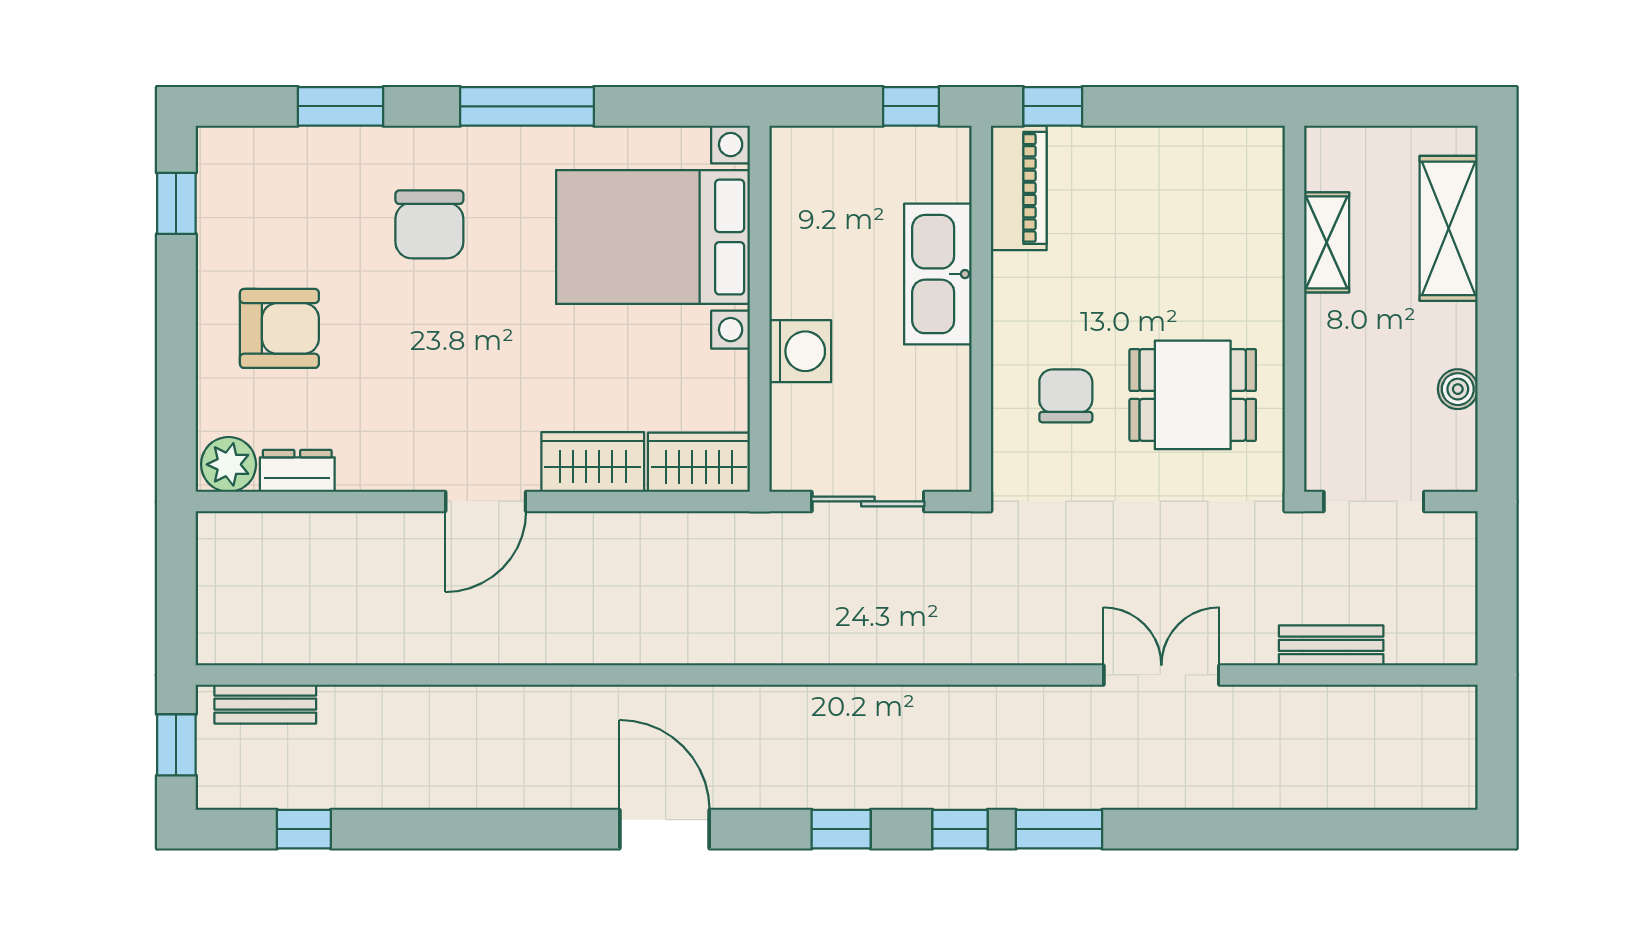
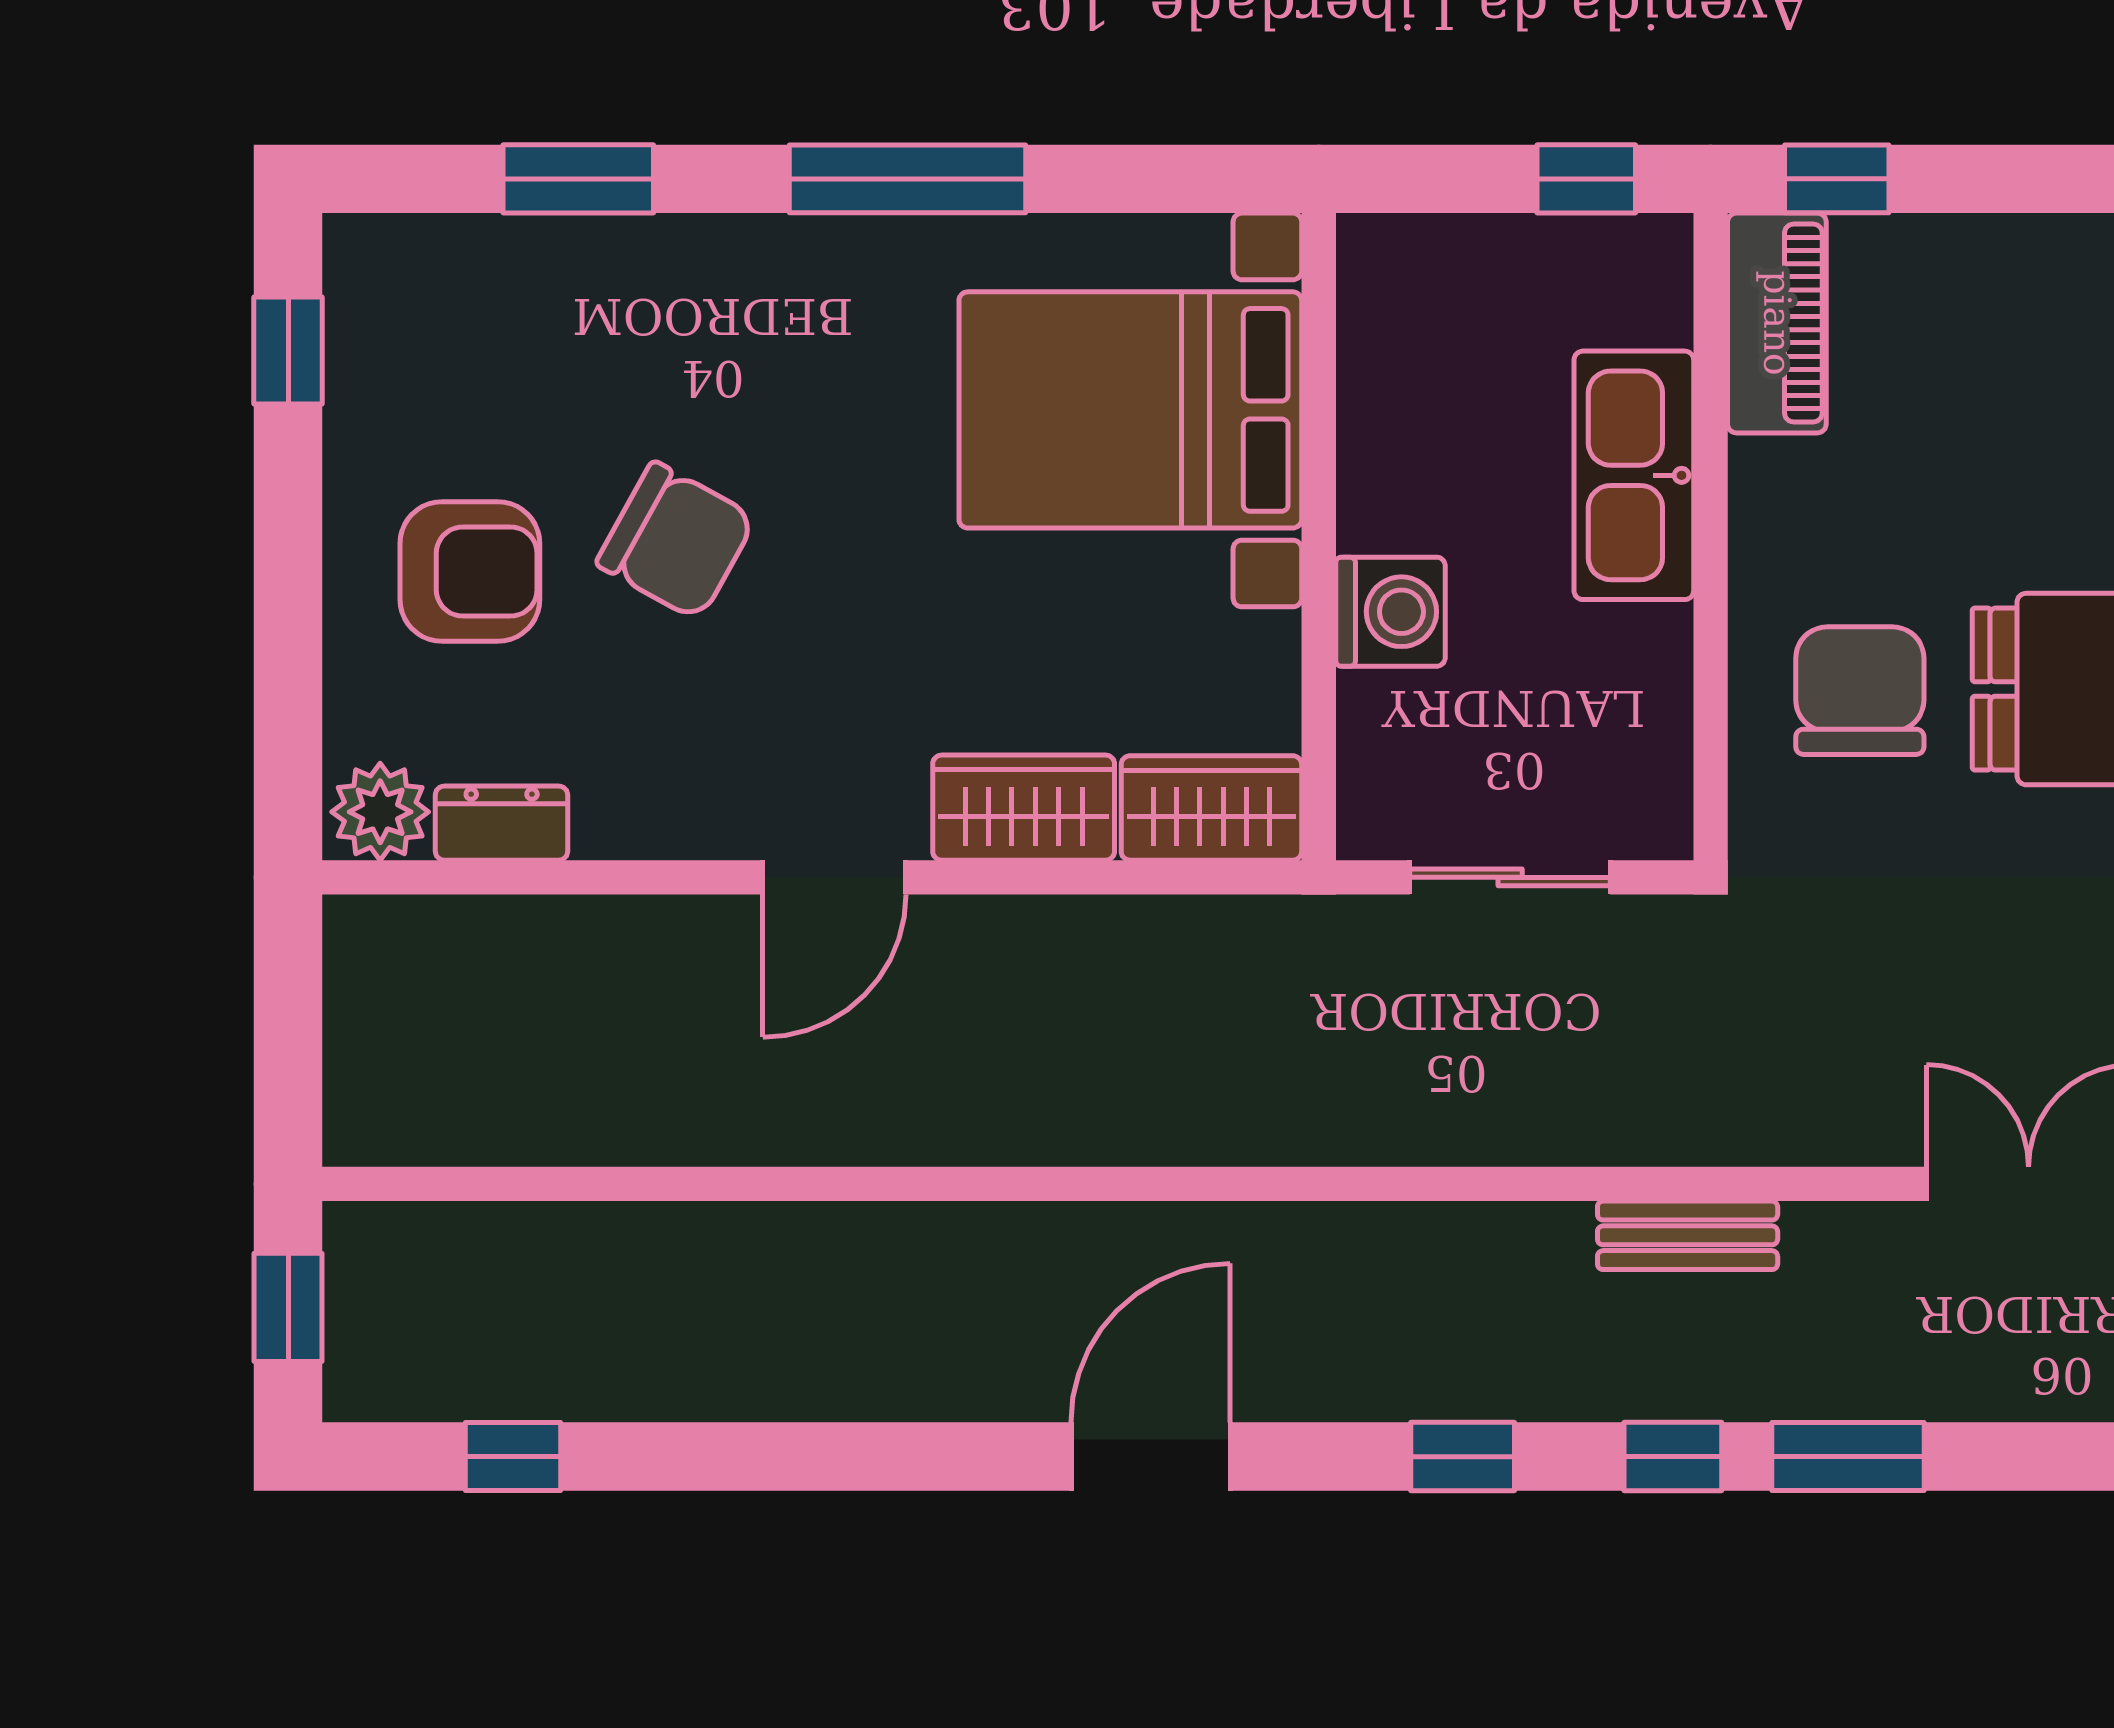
chair: (429, 224) -> (676, 541), moved, turned -61
chair: (1066, 396) -> (1860, 691), width x1.37, depth x1.37
bench: (265, 704) -> (1688, 1235), moved
door: (664, 829) -> (1151, 1457), hinge flipped

